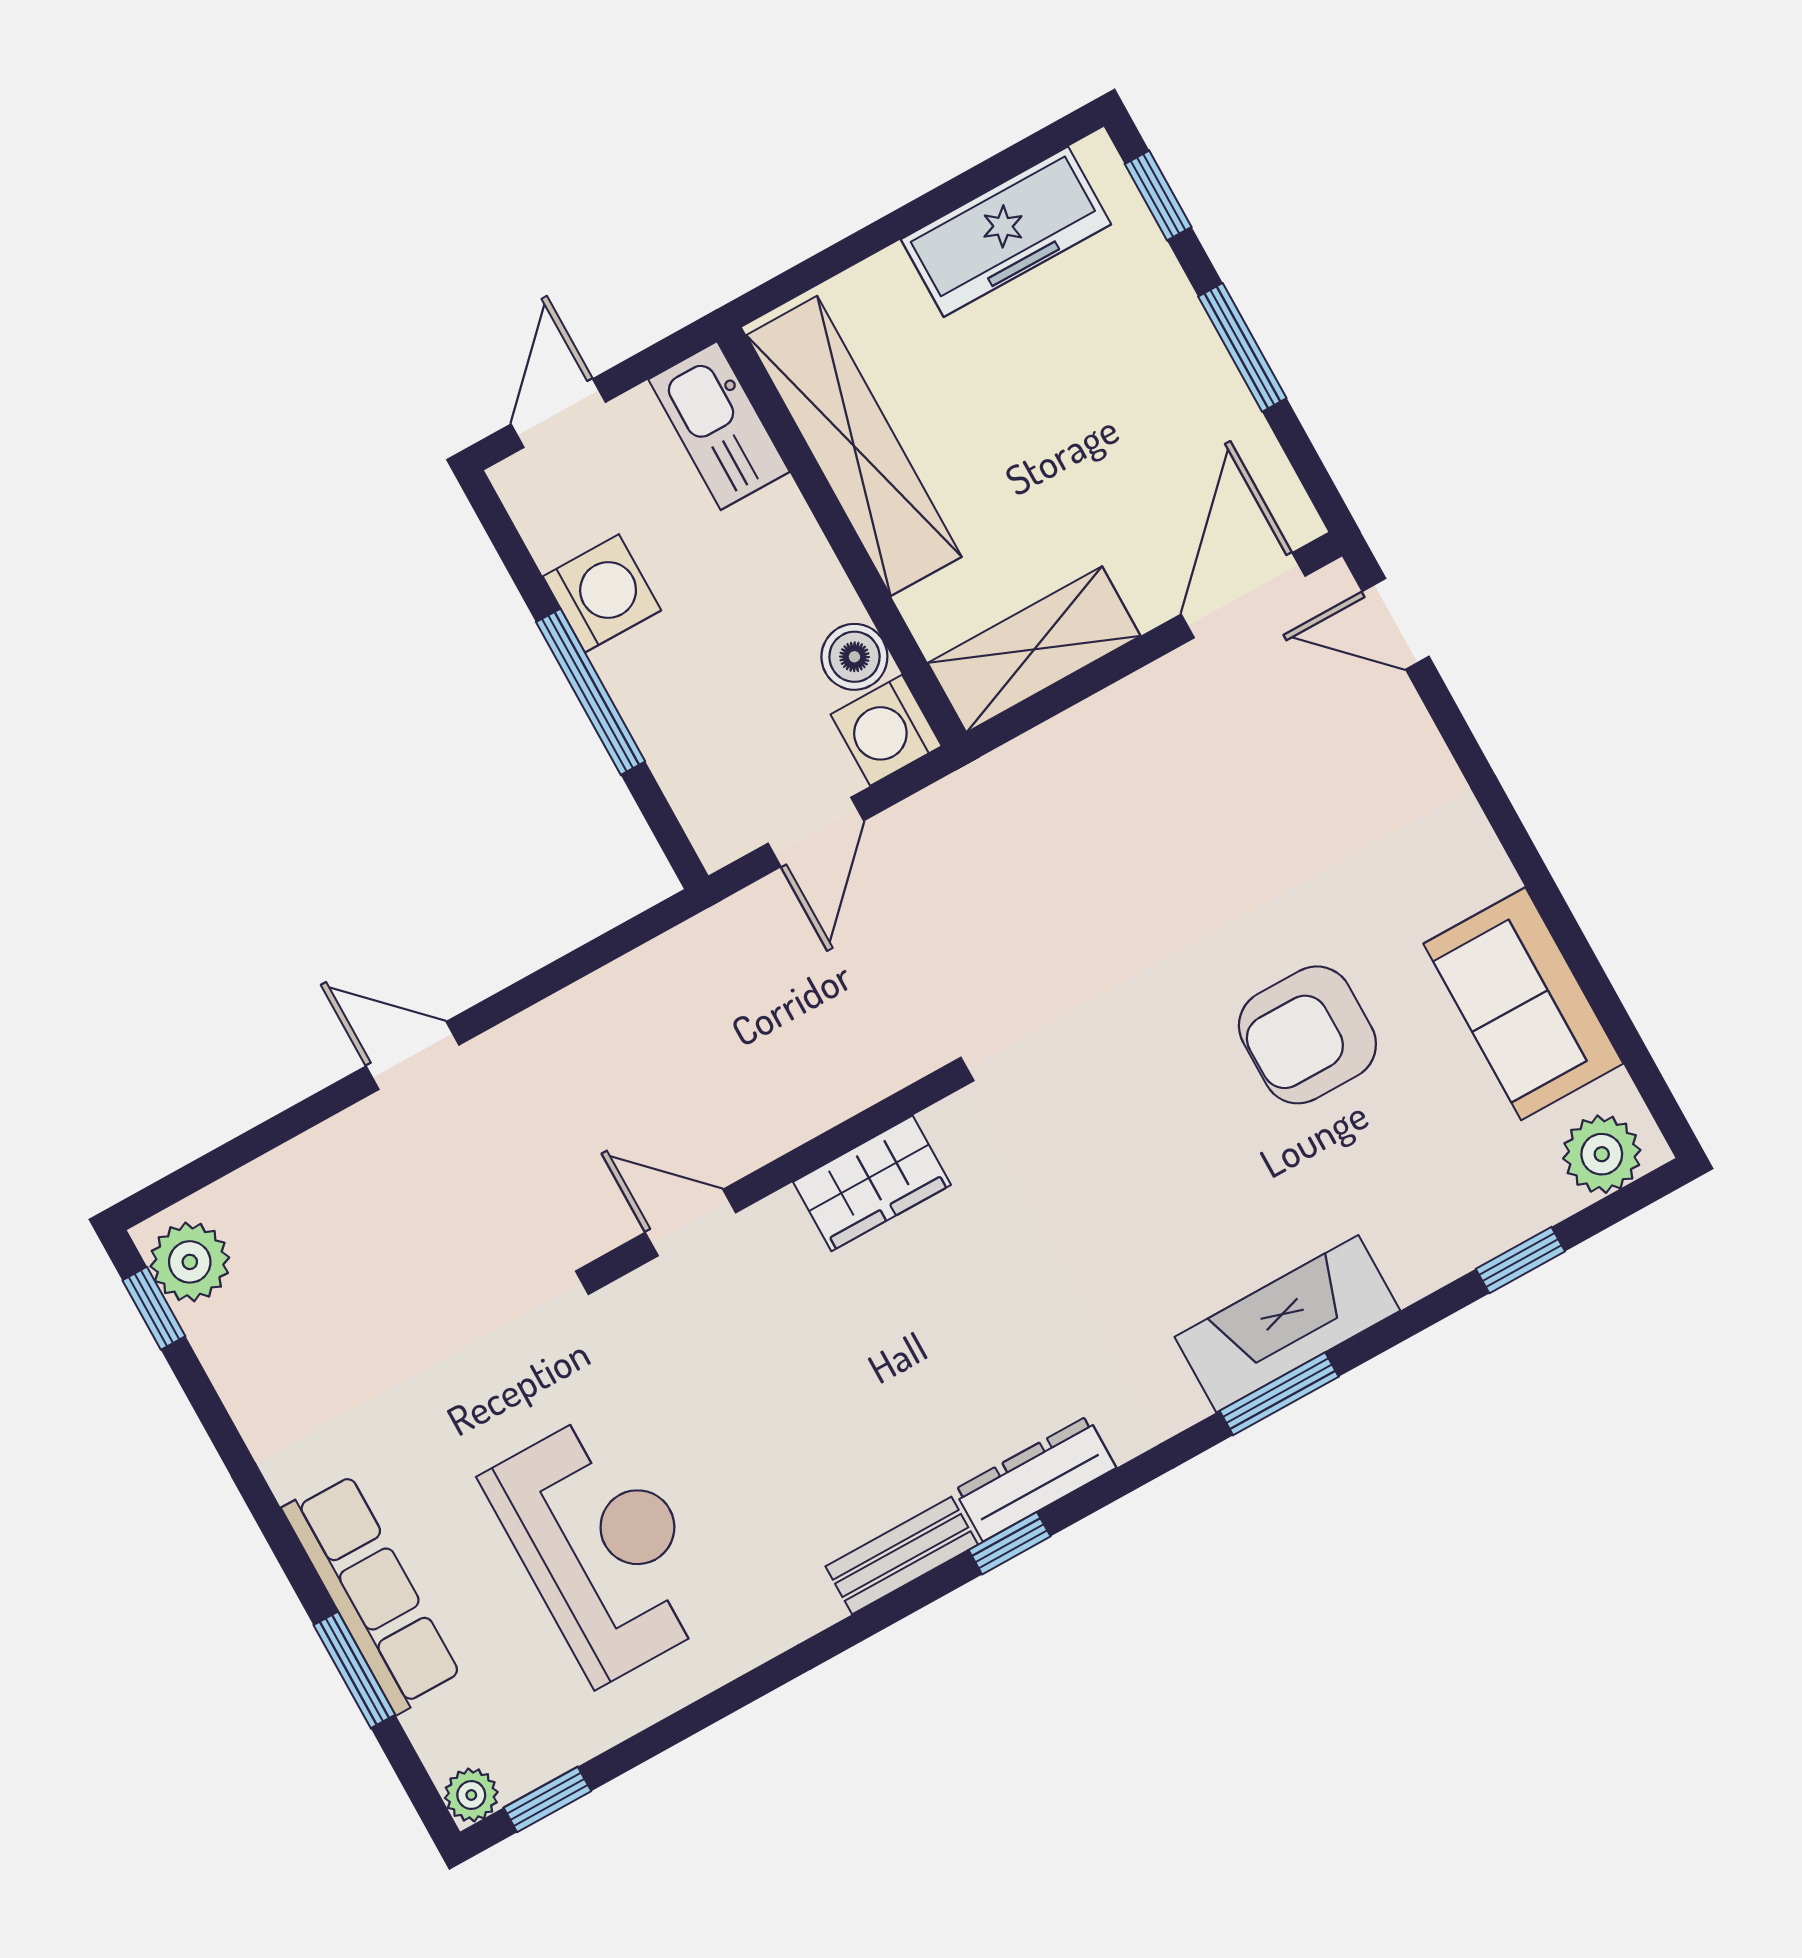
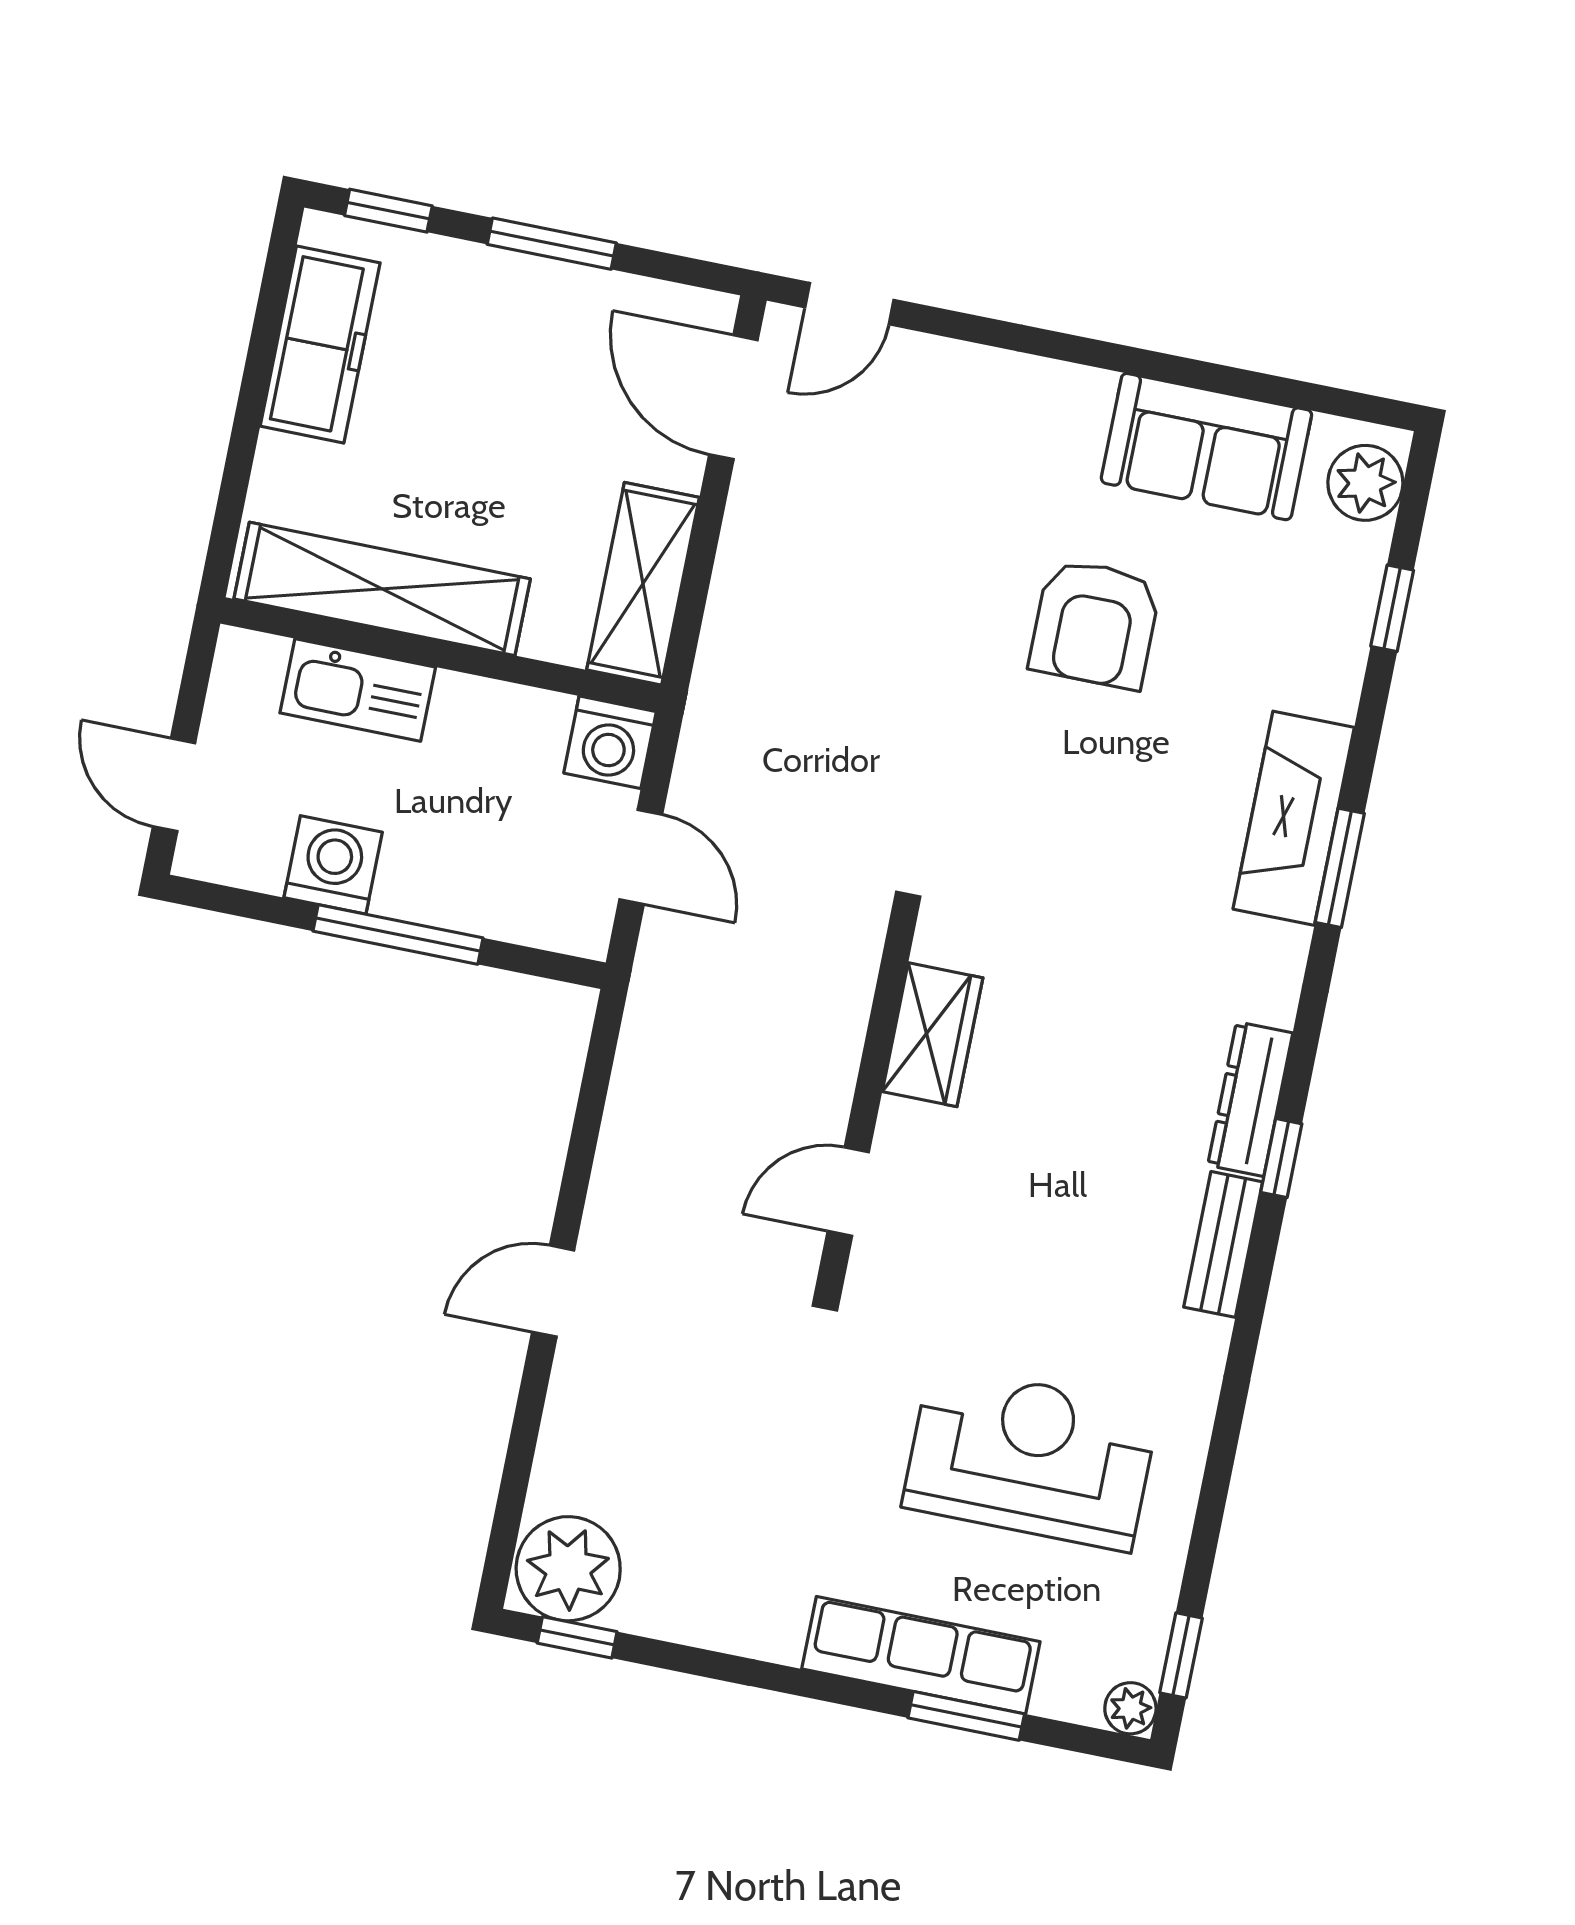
kitchen sink: (719, 426) -> (358, 690), moved
boiler: (854, 657) -> (537, 720), removed
plant: (190, 1262) -> (568, 1569), width x1.36, depth x1.36

